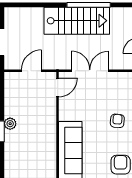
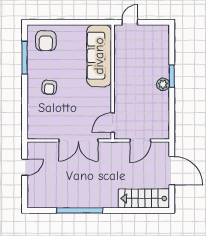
stairs: (77, 21) -> (144, 198), moved, width x0.73, depth x0.66

